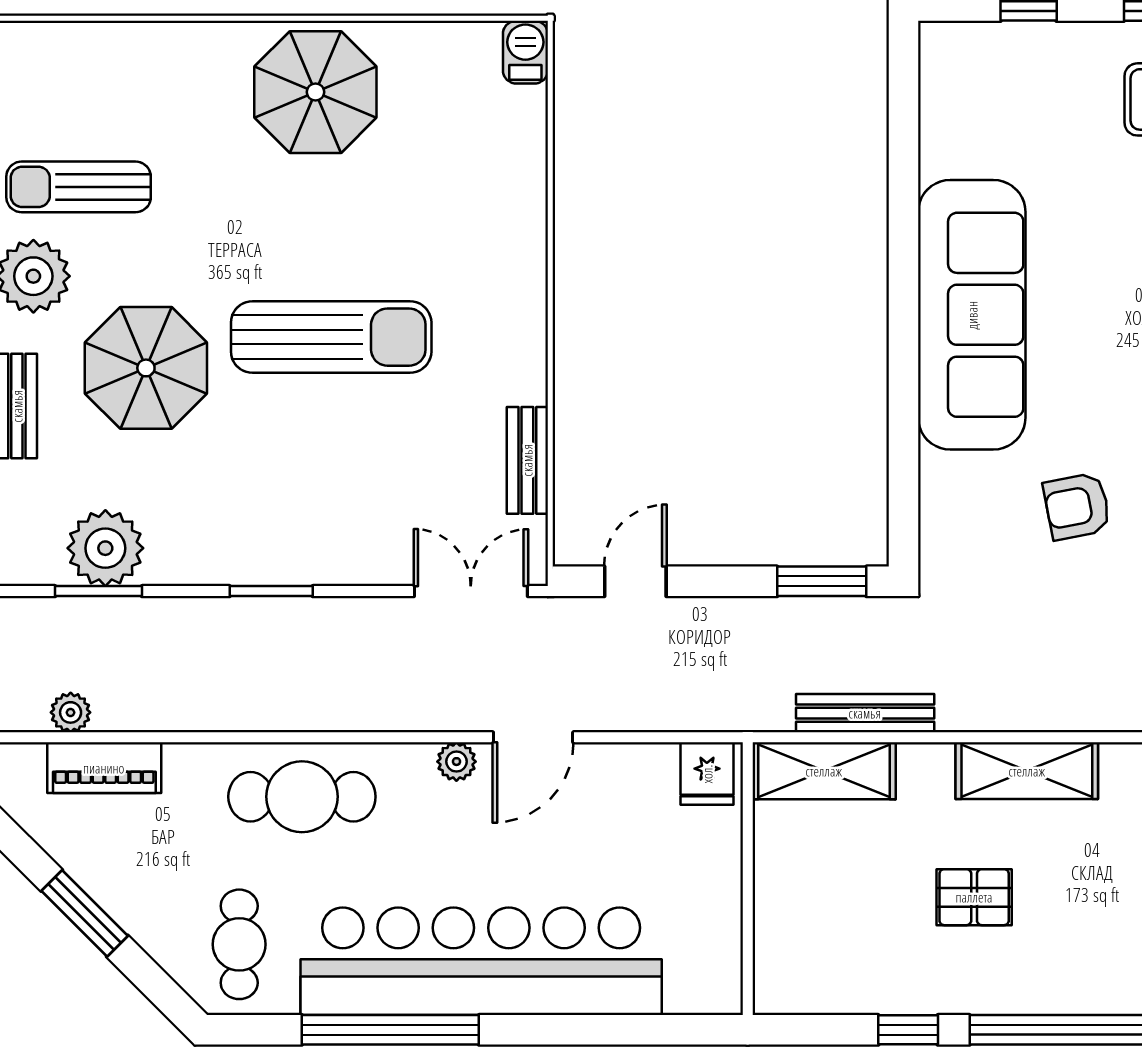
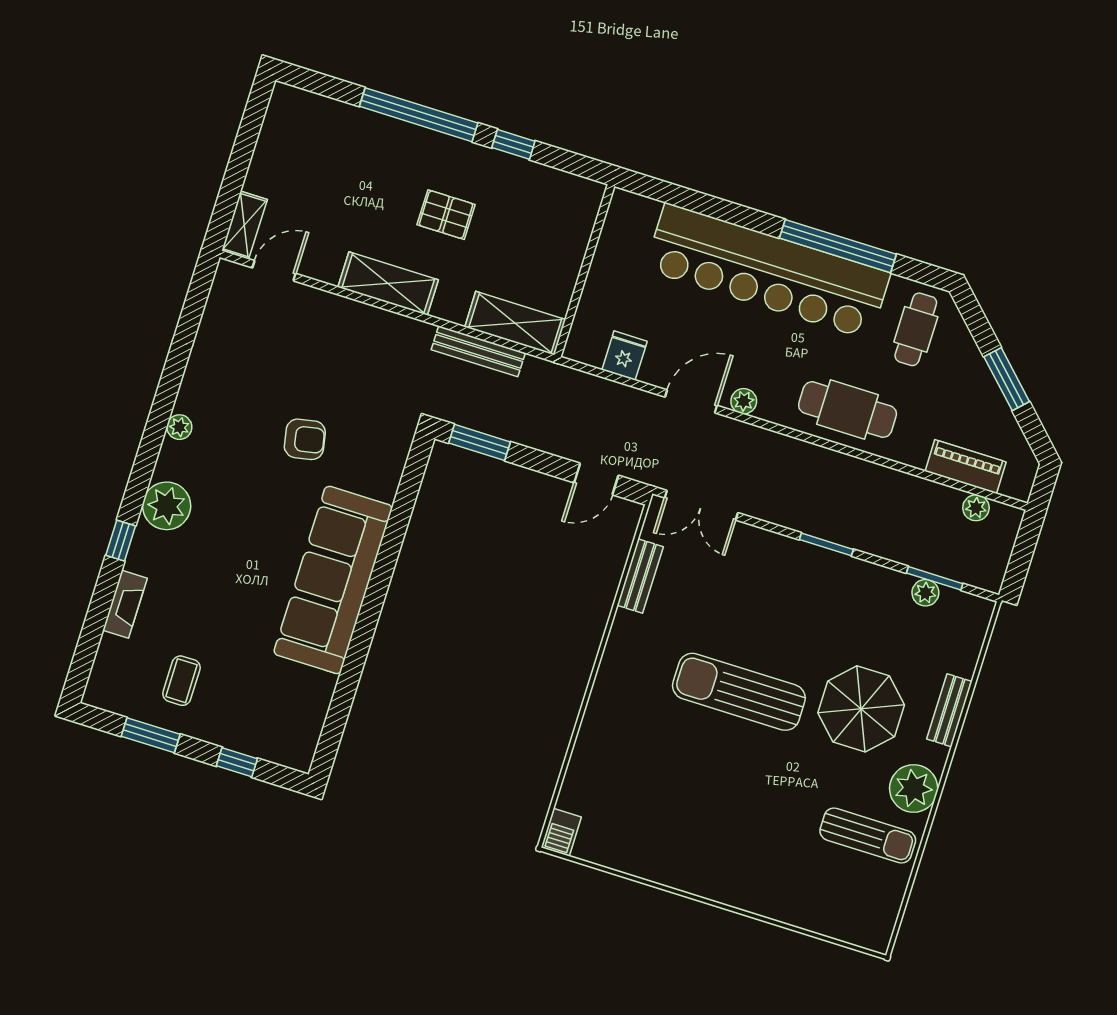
parasol: (315, 92) -> (701, 848), removed
plant: (105, 548) -> (925, 593), width x0.53, depth x0.53
fridge: (707, 774) -> (625, 356), moved

